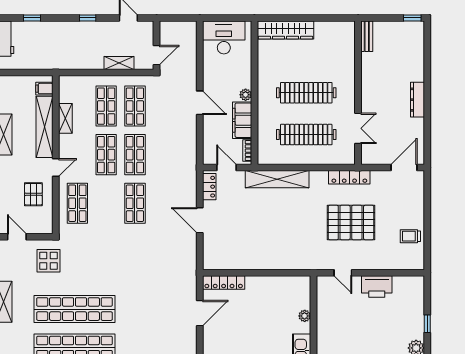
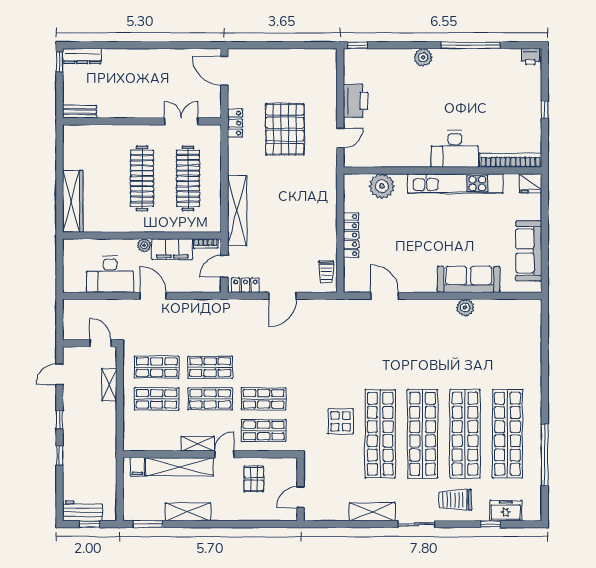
window: (32, 18) -> (60, 455), moved
desk: (224, 37) -> (110, 274), moved, turned -90
dresser: (417, 100) -> (82, 56), moved
door: (200, 103) -> (153, 296), hinge flipped
shelving: (65, 118) -> (198, 444), moved
door: (56, 167) -> (224, 454), hinge flipped
locker: (349, 177) -> (235, 123), width x0.66
pallet: (33, 194) -> (254, 479), turned 90
shop shelf: (135, 203) -> (264, 399), moved
trolley: (410, 236) -> (326, 272), moved
display table: (49, 261) -> (341, 421), moved
locker: (224, 283) -> (351, 235), moved
plant: (305, 316) -> (382, 186), width x1.87, depth x1.87
window: (427, 324) -> (358, 45), moved

